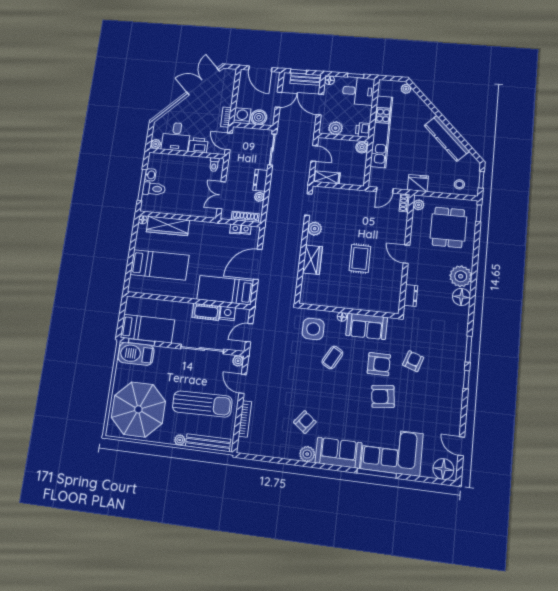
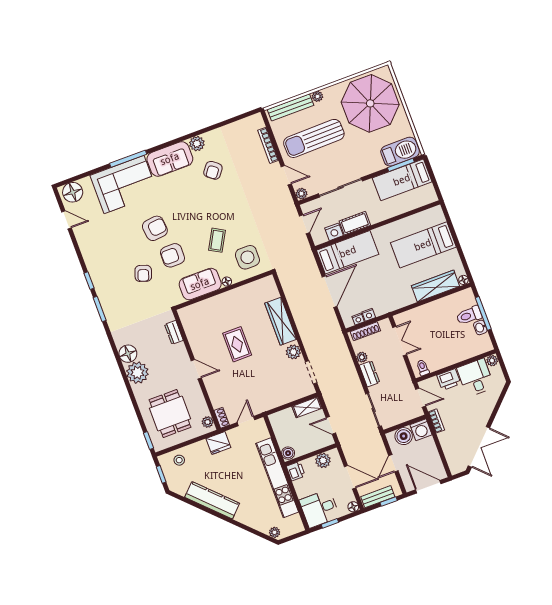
wardrobe: (312, 260) -> (281, 321), width x1.50

